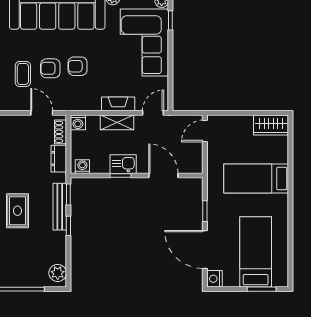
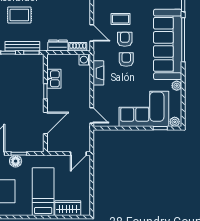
fireplace: (118, 104) -> (98, 73), moved
door: (42, 113) -> (92, 33), hinge flipped
shelving: (117, 122) -> (85, 89), removed
wardrobe: (271, 125) -> (68, 208), moved, turned 90
door: (205, 131) -> (78, 154), swing flipped
kitchen sink: (123, 164) -> (54, 79), moved
washing machine: (82, 167) -> (52, 63), removed
floor lamp: (215, 216) -> (16, 161), added

